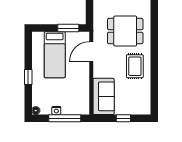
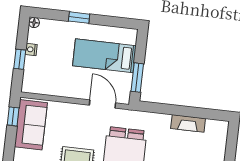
sofa: (104, 96) -> (31, 125), moved, turned -90
window: (65, 118) -> (20, 59), width x0.46
window: (123, 118) -> (13, 116), moved

